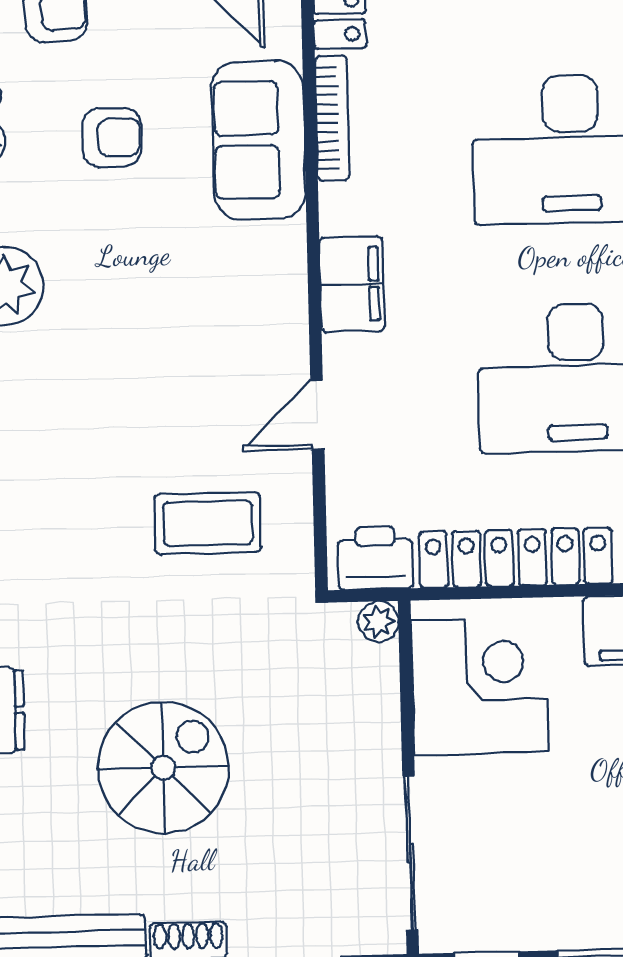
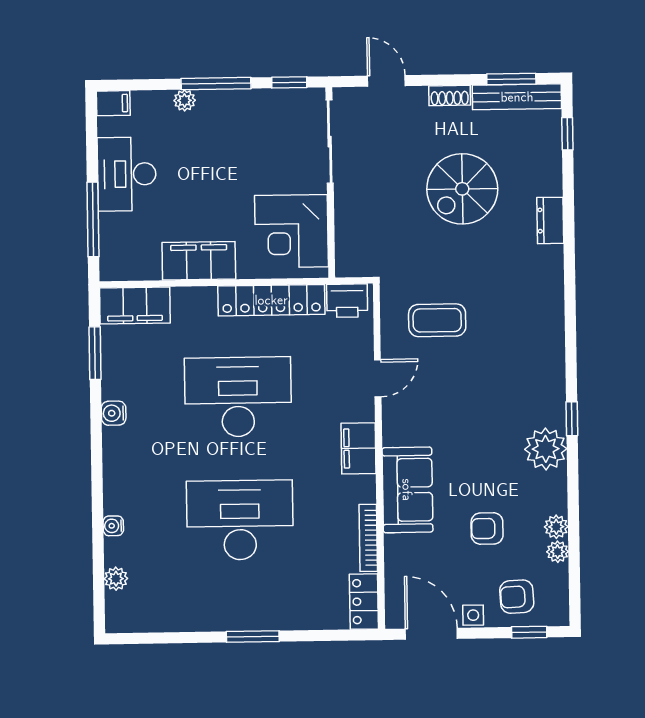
sofa: (259, 140) -> (407, 490), moved
plant: (378, 622) -> (346, 266), removed

